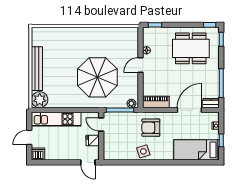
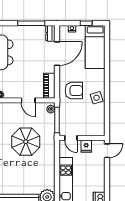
door: (141, 65) -> (28, 100), moved
parasol: (97, 77) -> (26, 142), width x0.73, depth x0.73
door: (189, 110) -> (57, 54), swing flipped
door: (101, 124) -> (71, 138), hinge flipped
armchair: (151, 128) -> (74, 91), turned -90

